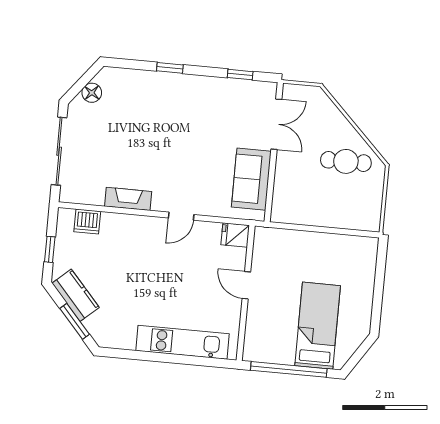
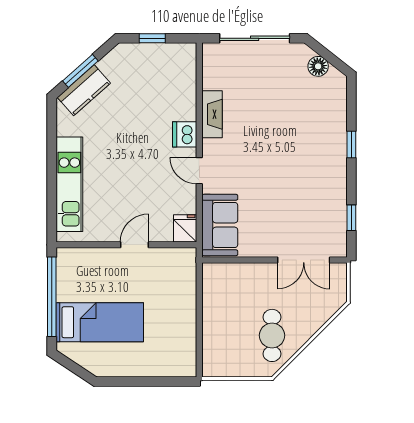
sofa: (251, 179) -> (220, 225), moved, turned 90
dishwasher: (87, 222) -> (185, 134), moved
kitchen counter: (76, 295) -> (84, 90), moved

